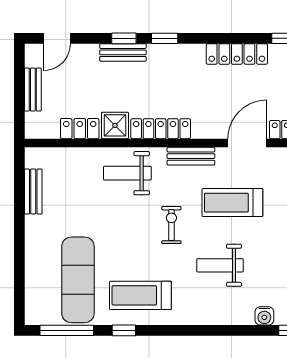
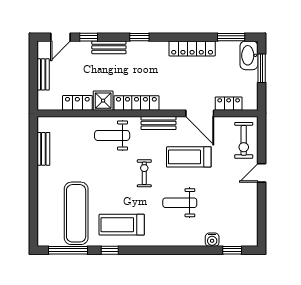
window: (124, 38) -> (89, 37), moved
door: (247, 143) -> (200, 113), swing flipped

